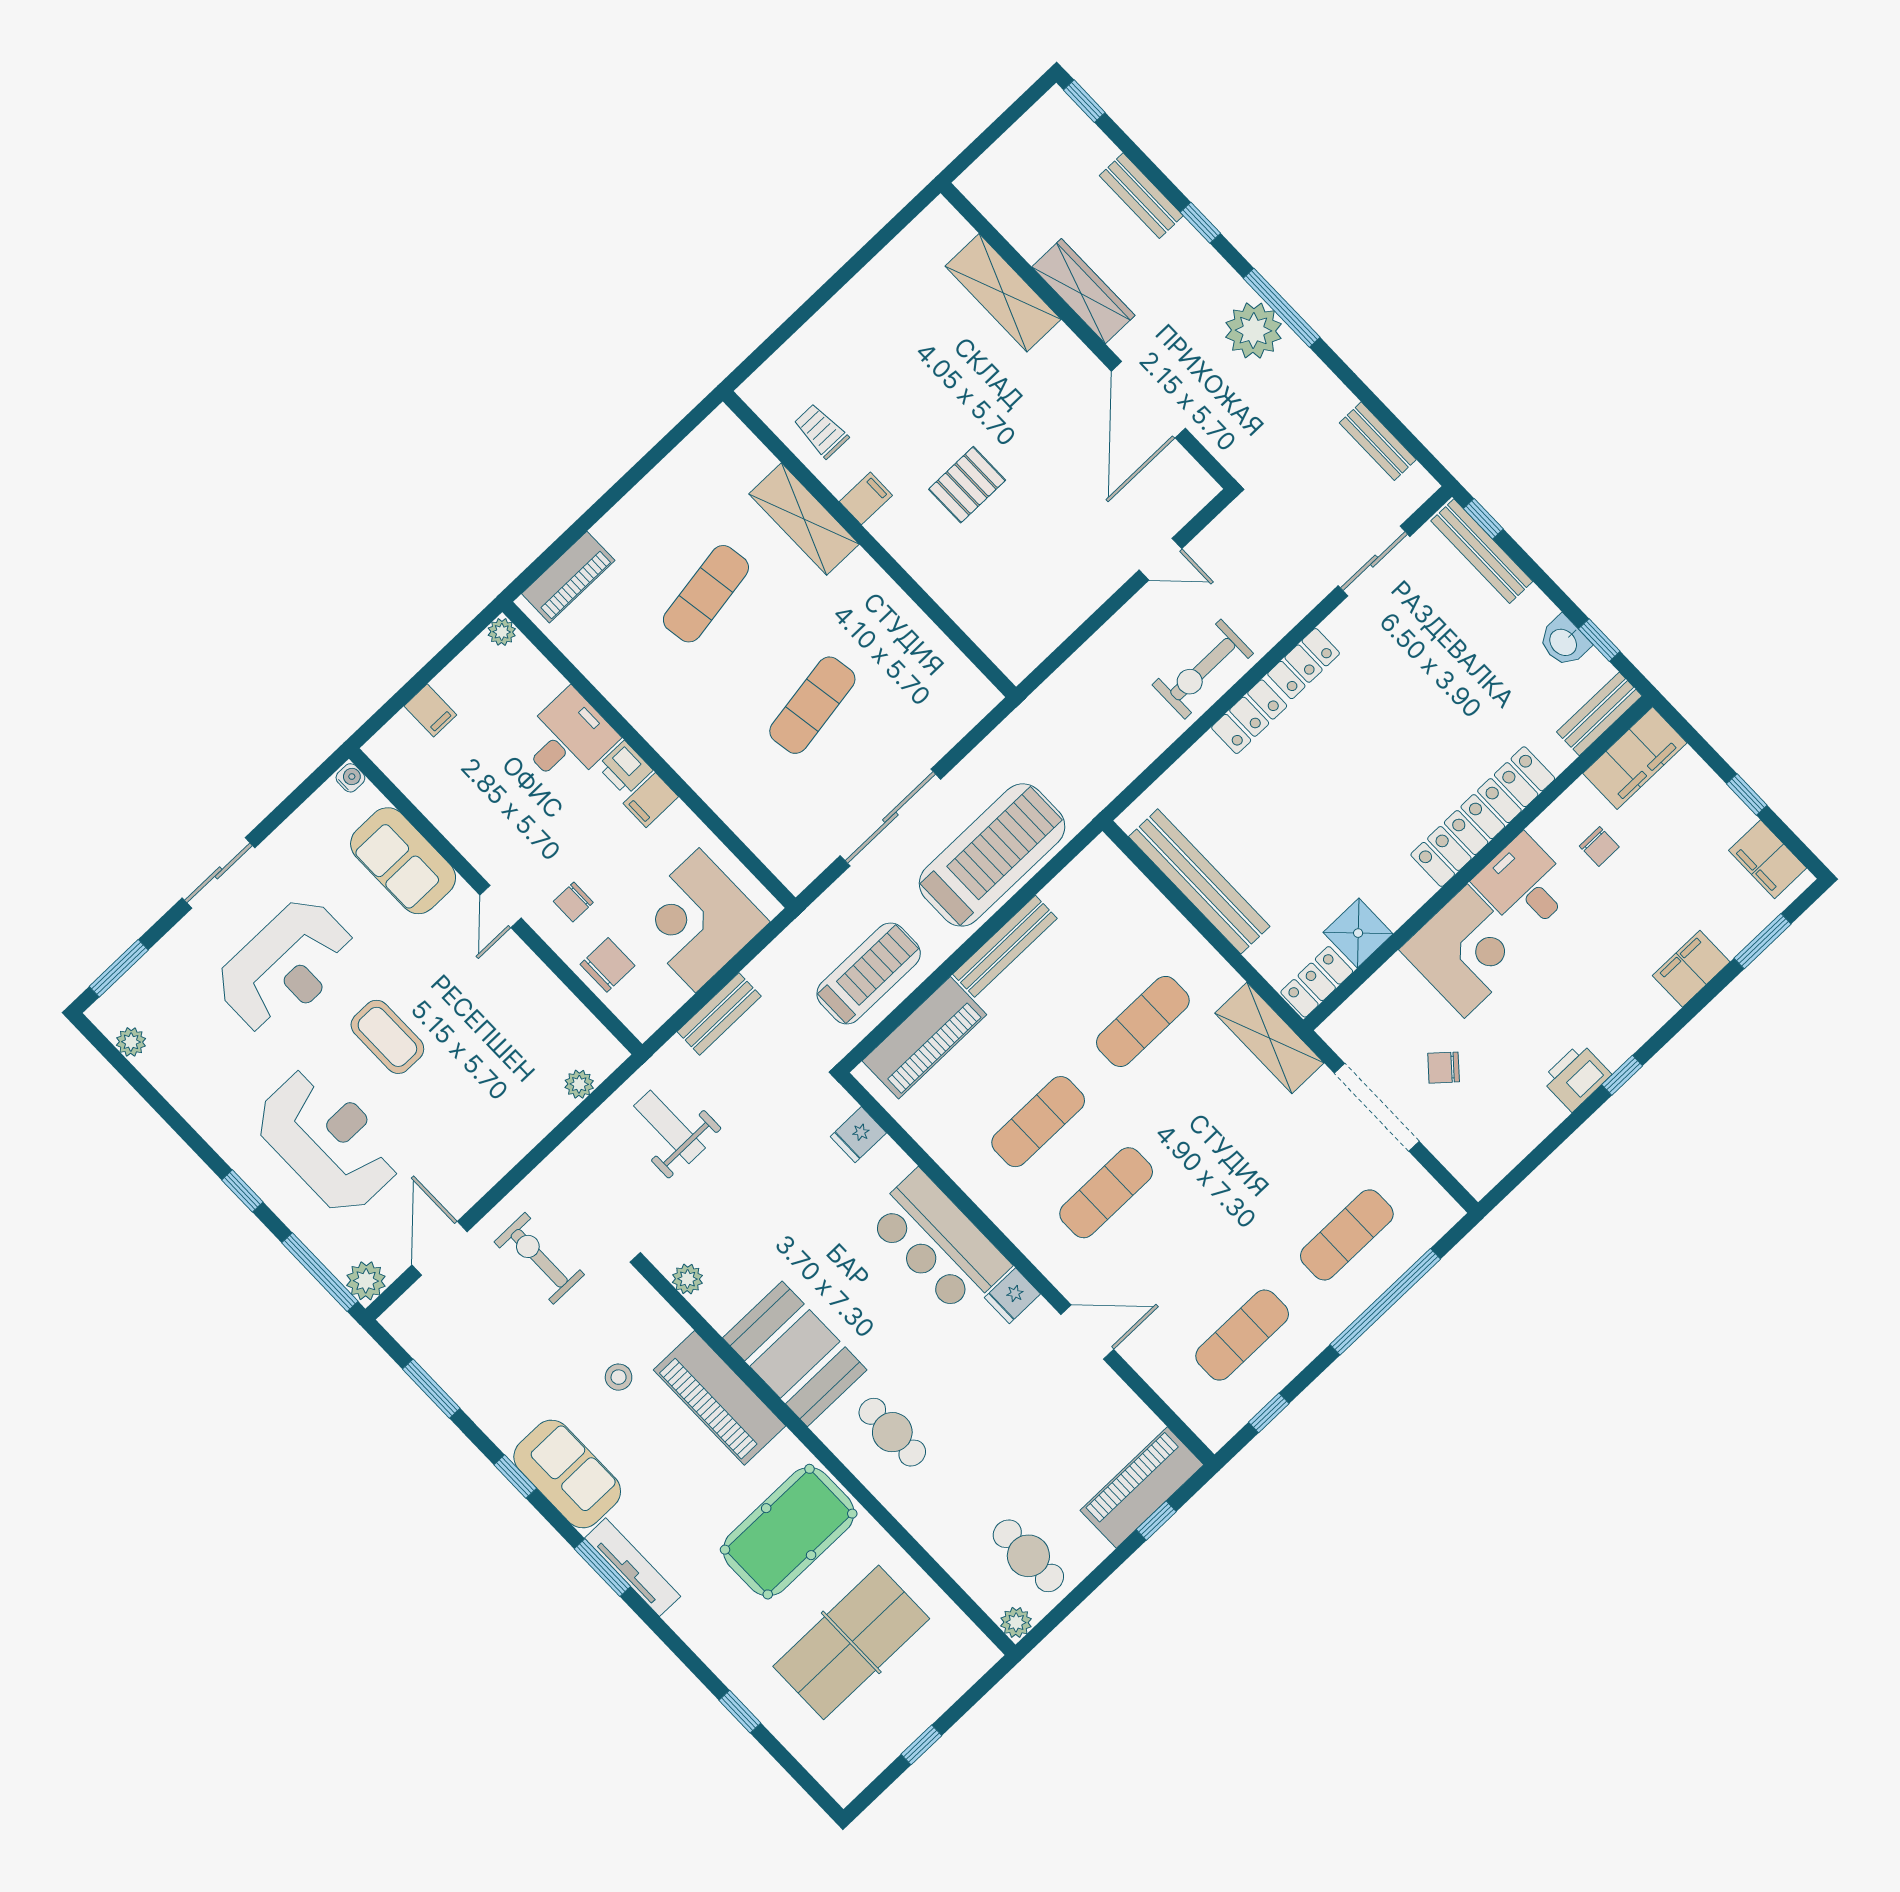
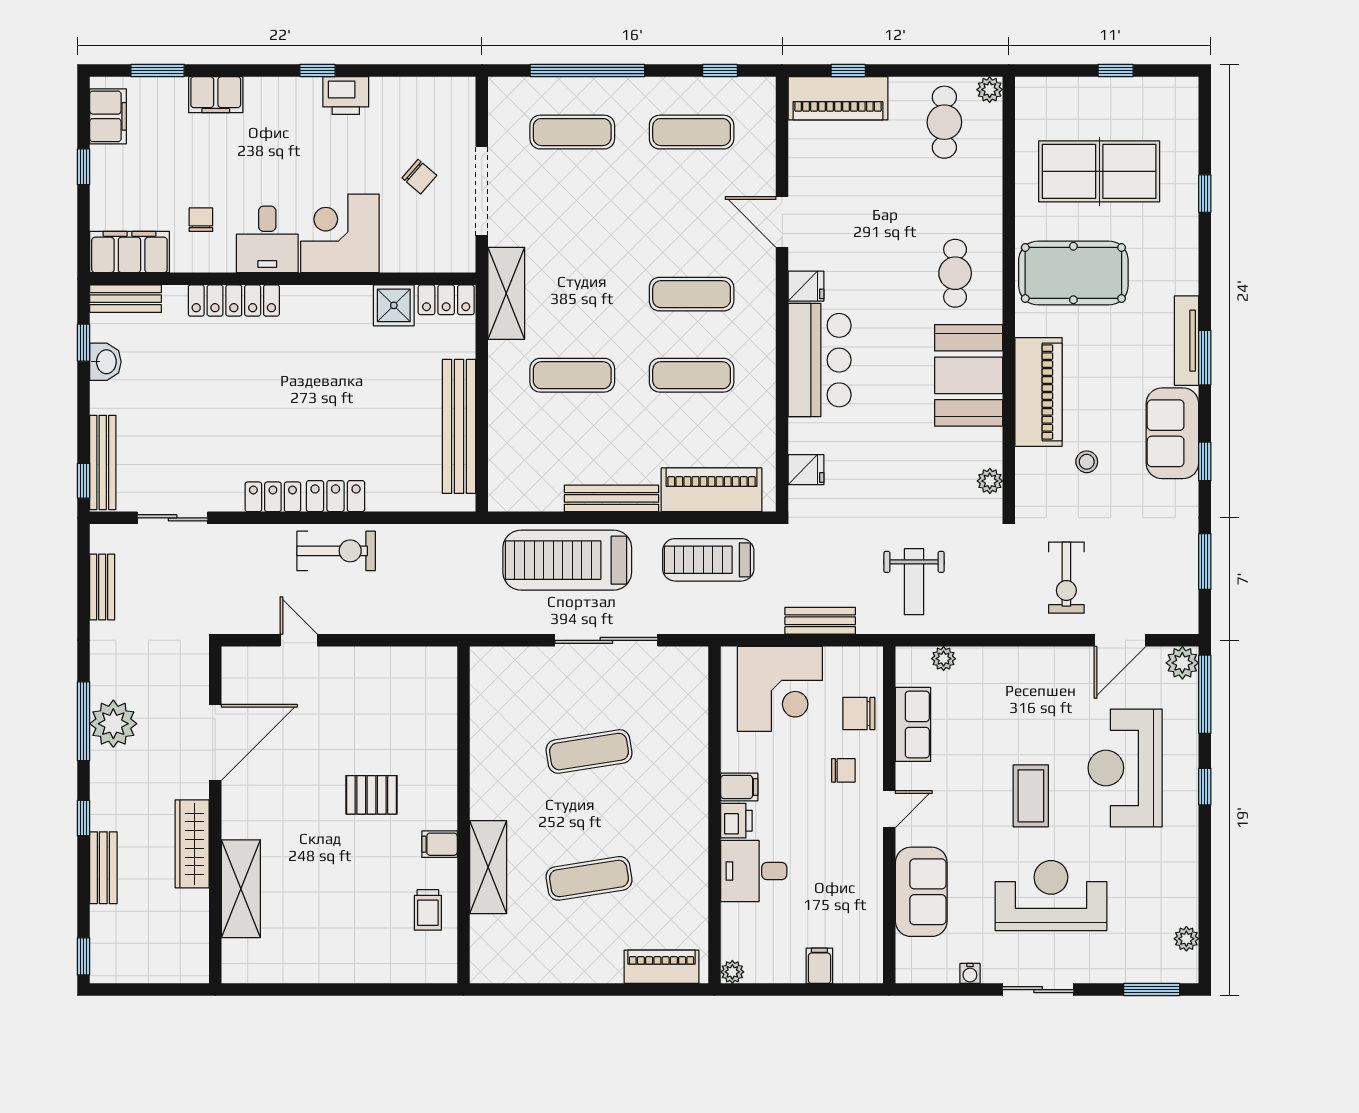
water cooler: (350, 778) -> (970, 973), moved, turned -90
locker: (1483, 817) -> (234, 301), width x0.71, depth x0.83
row of seats: (551, 1001) -> (913, 724), added

